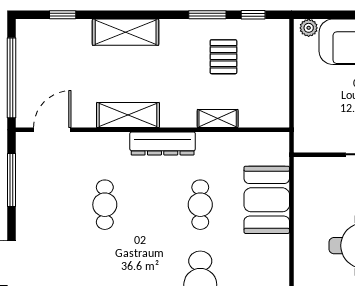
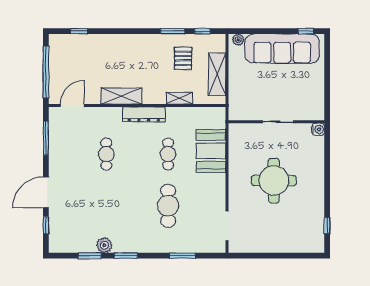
shelving: (126, 32) -> (217, 74), moved, turned 90

